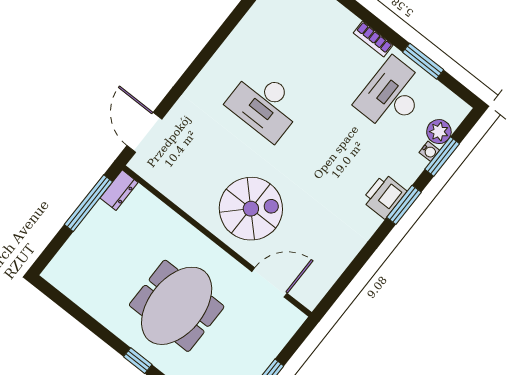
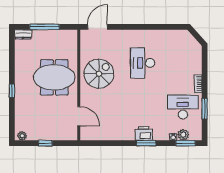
window: (442, 156) -> (185, 143), moved
dresser: (119, 190) -> (23, 34), moved
window: (88, 203) -> (45, 27), moved
spiral stairs: (251, 209) -> (99, 74), moved, turned -90
meeting table: (177, 306) -> (54, 77), moved

